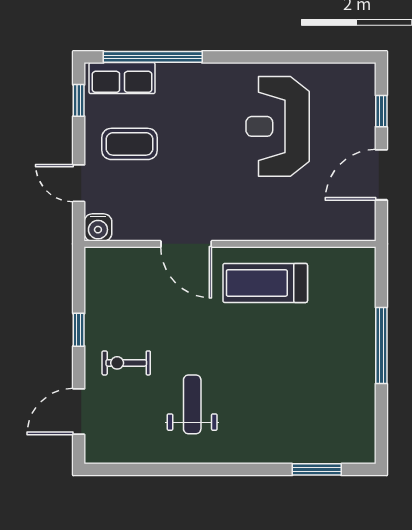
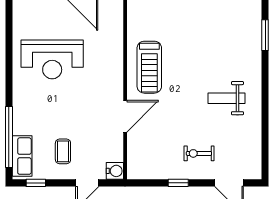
coffee table: (130, 144) -> (63, 151), width x0.73, depth x0.77
exercise bike: (126, 363) -> (199, 153), turned 90
weight bench: (192, 404) -> (226, 98), moved

